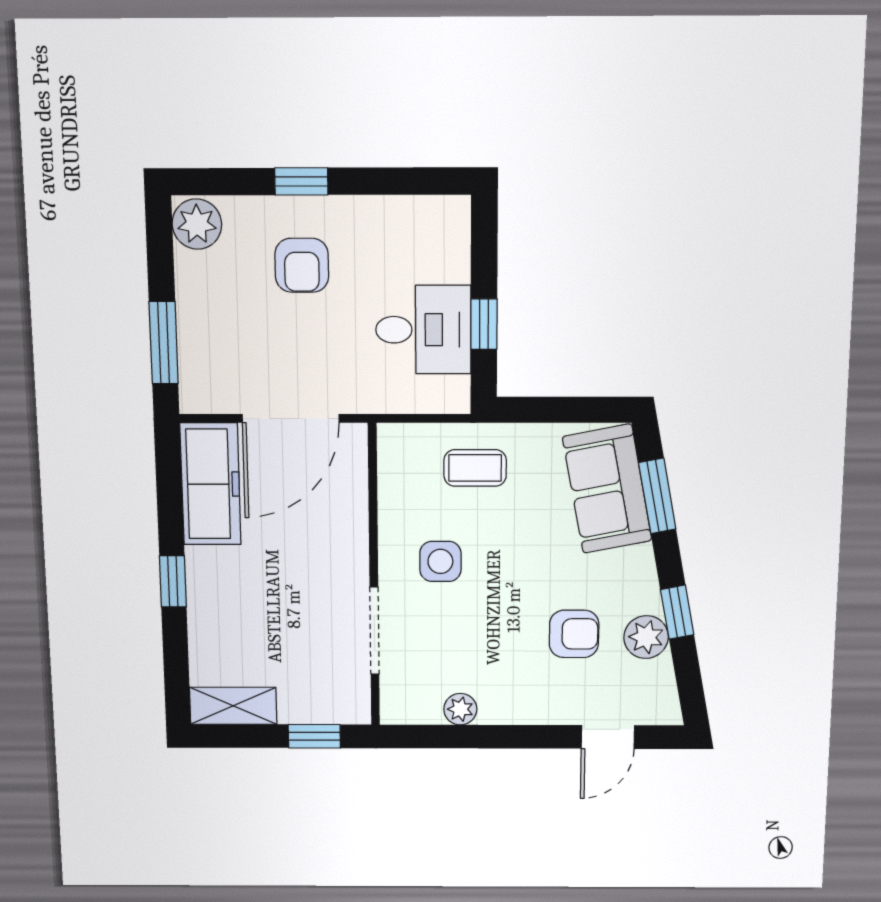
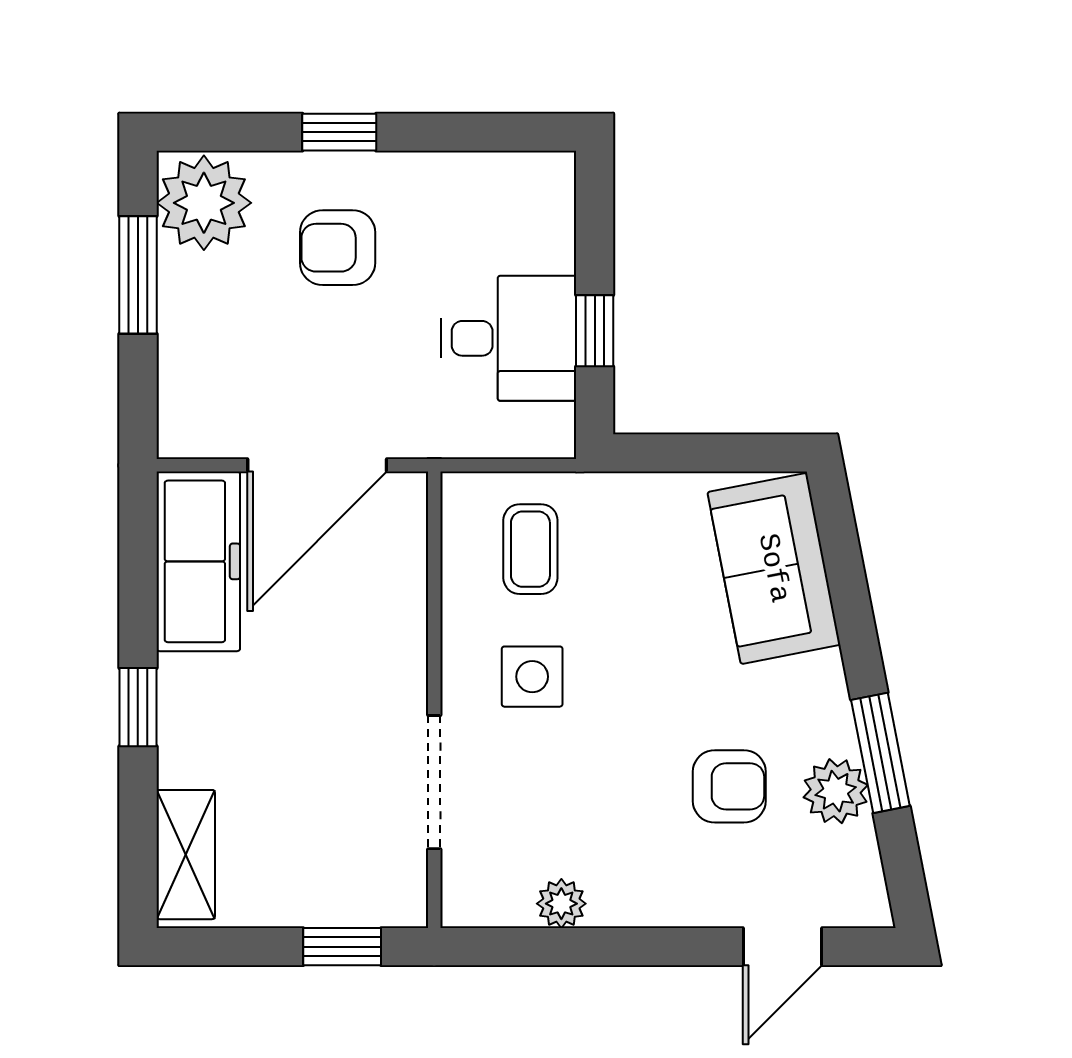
plant: (197, 224) -> (204, 203), width x1.36, depth x1.36
armchair: (302, 265) -> (338, 248), turned 90
window: (164, 343) -> (138, 275), moved
coffee table: (475, 468) -> (530, 549), moved, turned 90
window: (657, 496) -> (847, 579), removed
window: (677, 612) -> (880, 753), width x1.50
shelving: (233, 706) -> (186, 855), moved, turned 90

